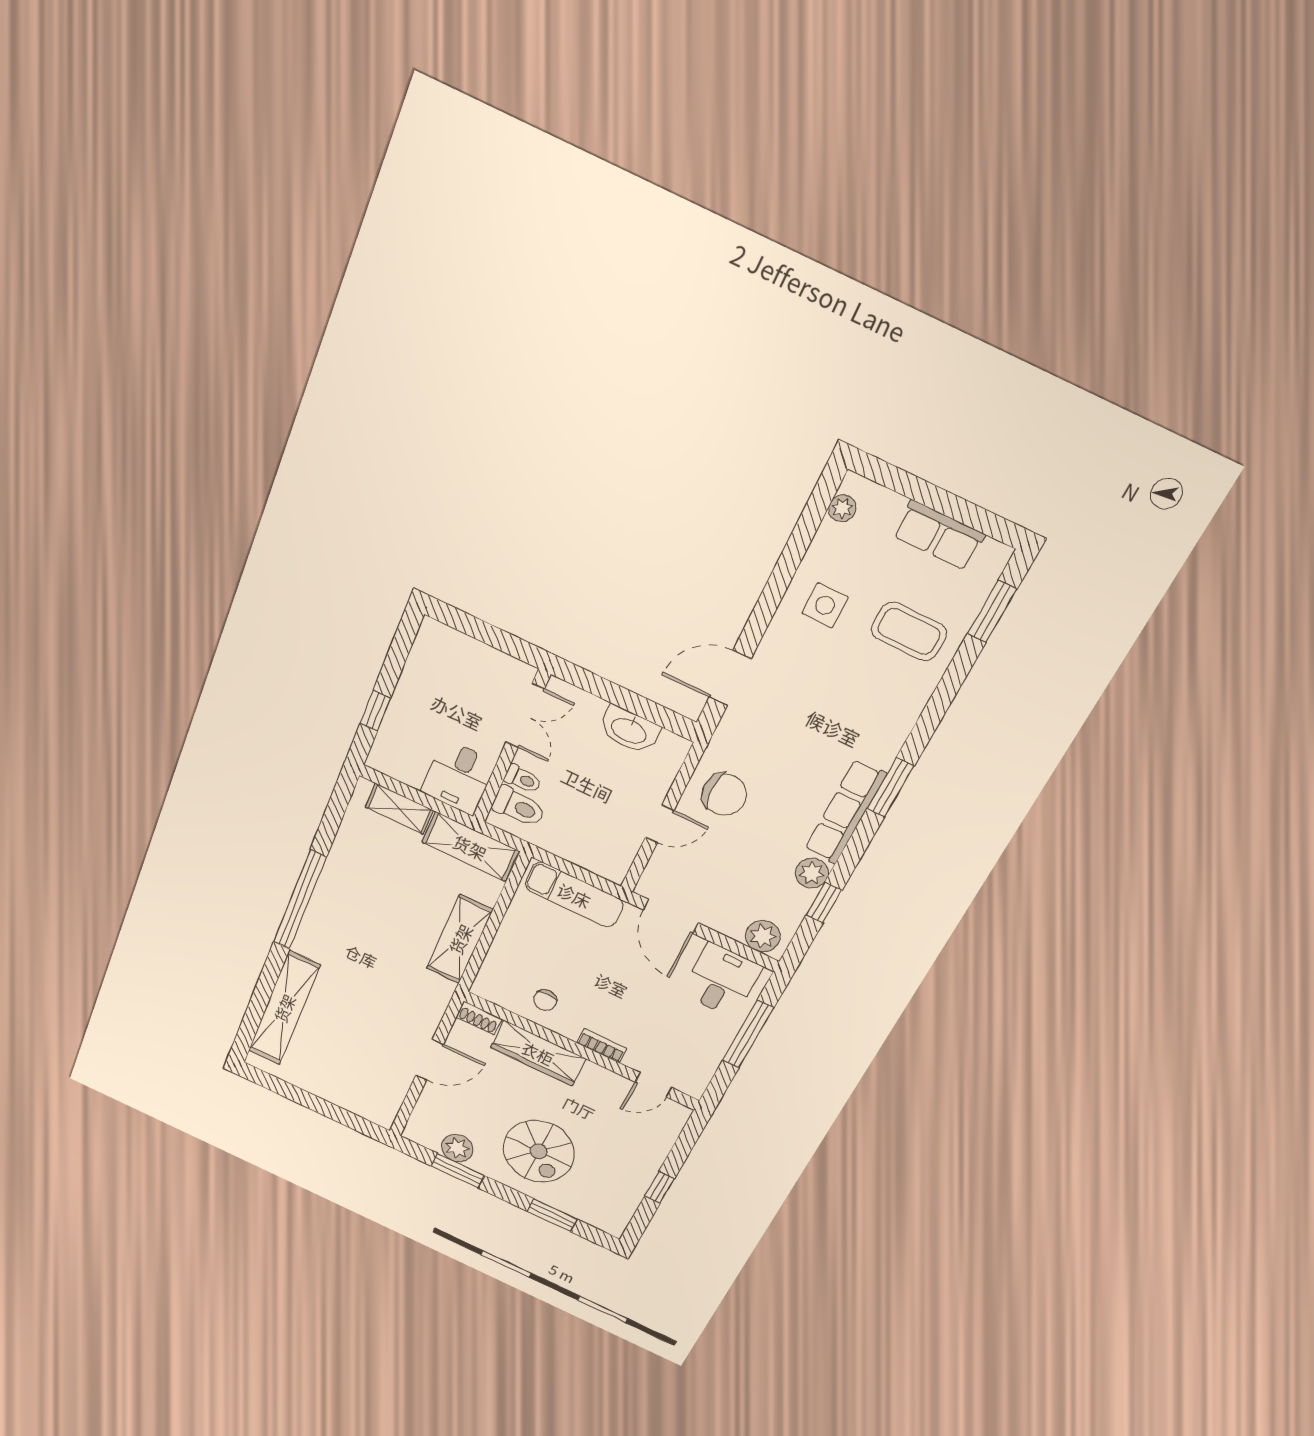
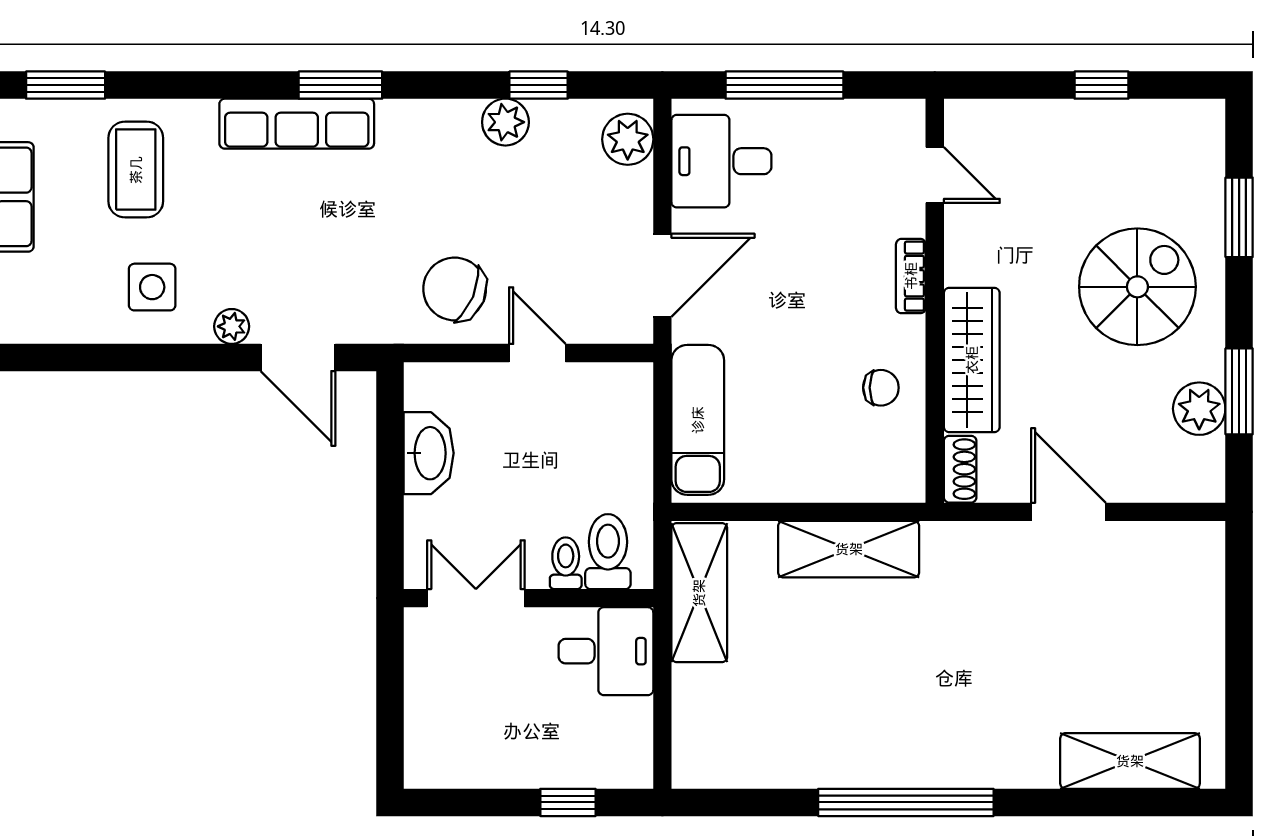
plant: (842, 508) -> (232, 326), moved
chair: (724, 794) -> (455, 289), turned -67
shelving: (399, 809) -> (693, 714), removed
row of seats: (845, 812) -> (297, 124), moved
shelving: (284, 1008) -> (1130, 761), width x0.68

